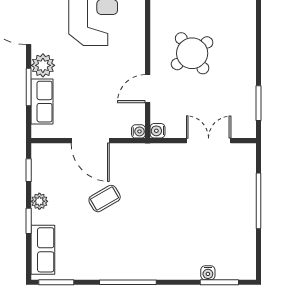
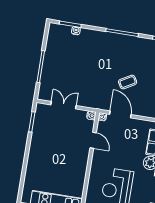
round table: (192, 53) -> (65, 156), removed
door: (148, 89) -> (93, 140), hinge flipped
door: (90, 141) -> (120, 114), moved
double door: (209, 141) -> (63, 105), swing flipped

